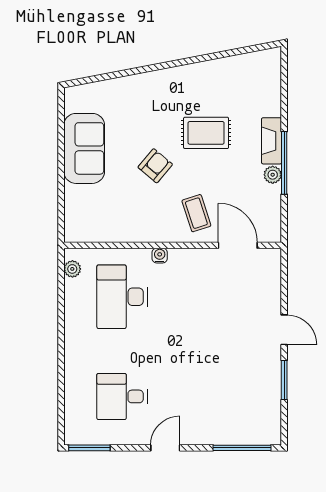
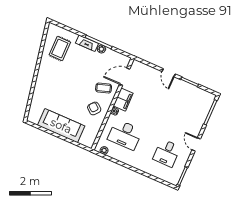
rug: (206, 133) -> (60, 48), moved
sofa: (84, 148) -> (61, 126), width x1.36
armchair: (155, 166) -> (94, 108), moved
filing cabinet: (191, 262) -> (123, 100), added
door: (284, 330) -> (169, 73), swing flipped

